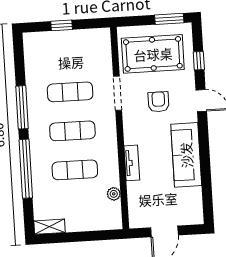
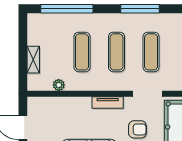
tv unit: (132, 163) -> (108, 103), moved
window: (26, 169) -> (67, 9), moved
shelving: (49, 227) -> (33, 60), moved

